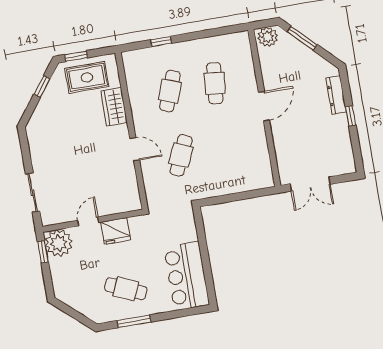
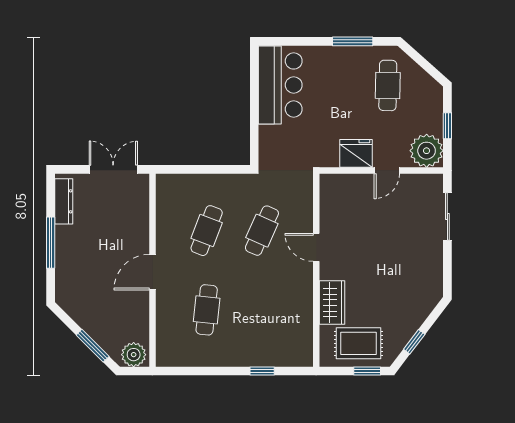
cafe table: (170, 91) -> (207, 231), moved
dresser: (336, 95) -> (64, 201), moved
window: (351, 116) -> (51, 243), width x2.17
window: (43, 252) -> (447, 126), moved
cafe table: (126, 289) -> (388, 85), moved, turned 67

